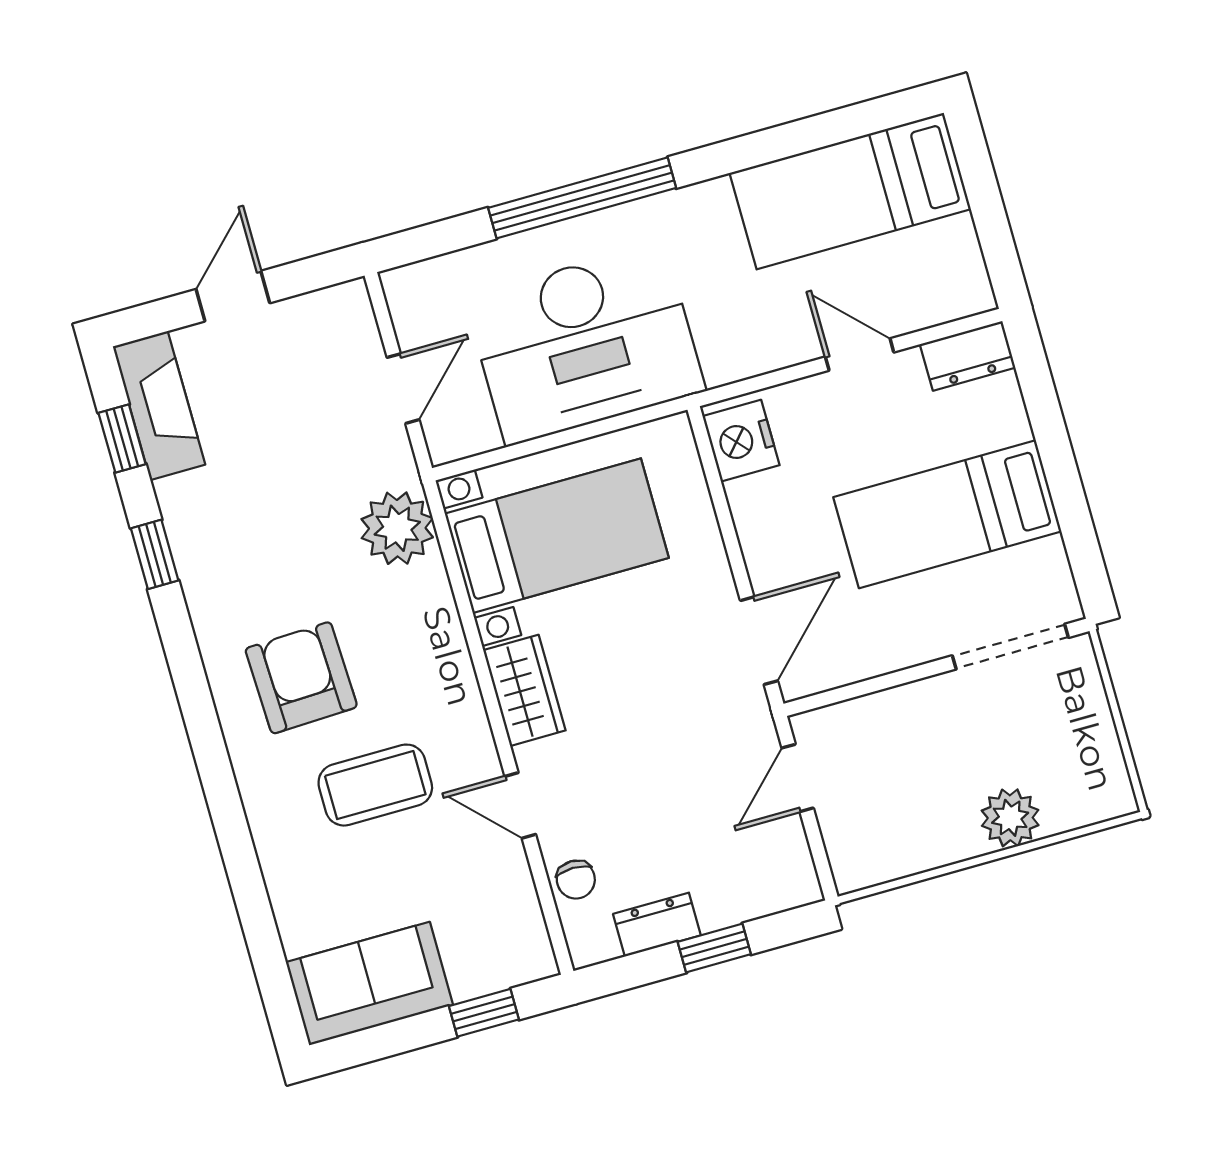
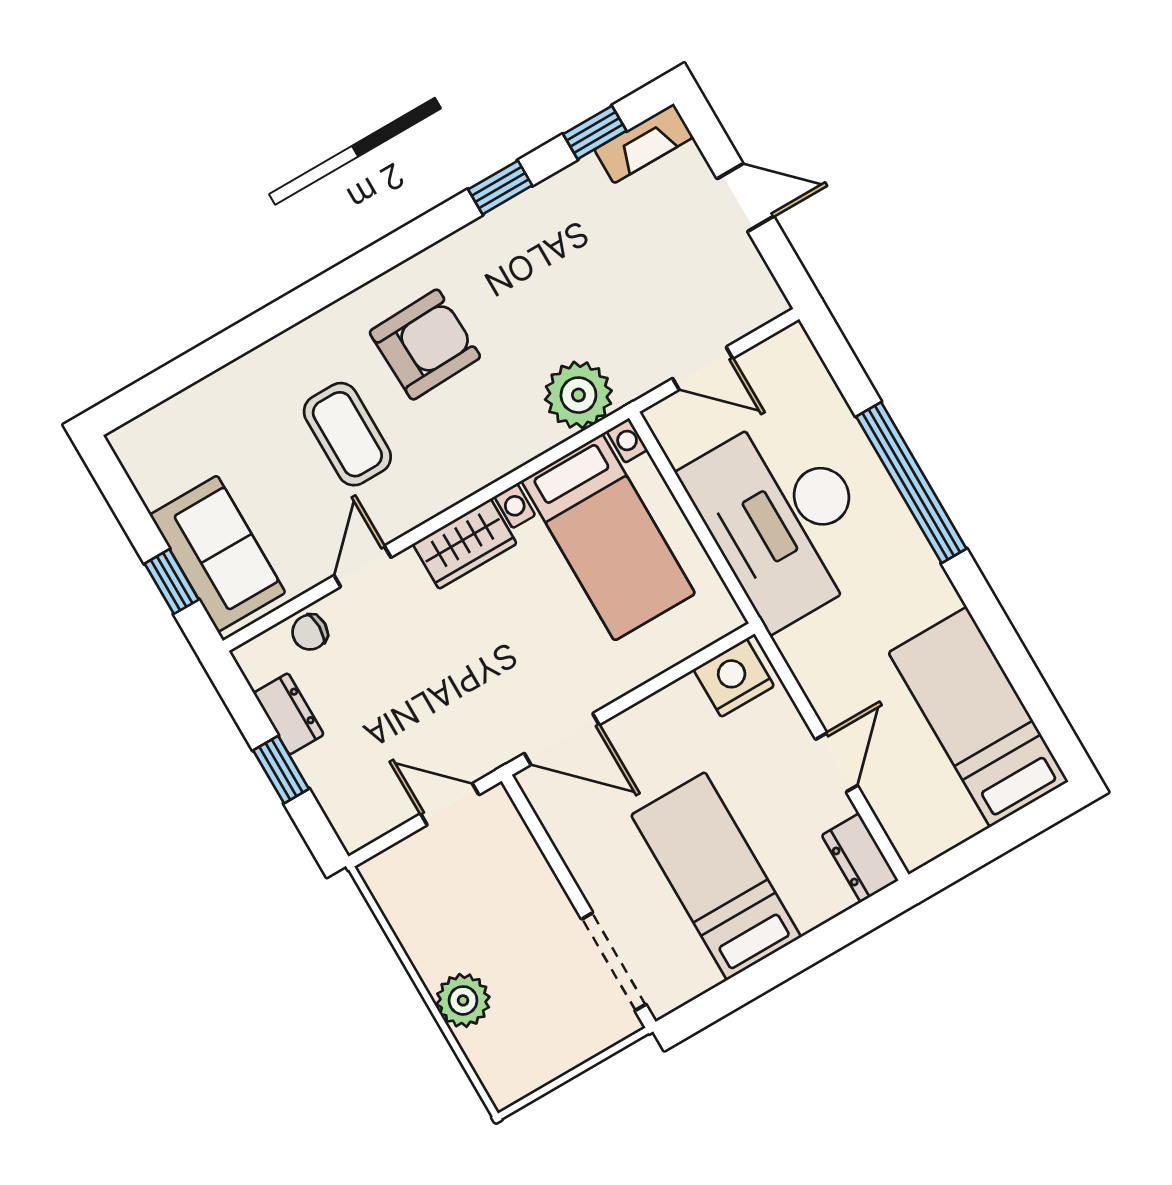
fireplace: (159, 406) -> (644, 143), width x0.73, depth x0.76
sofa: (369, 984) -> (218, 554), moved

